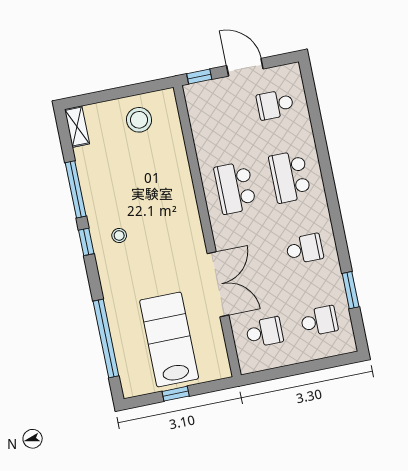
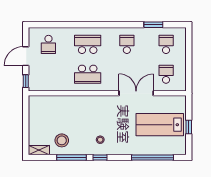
stool: (139, 120) -> (62, 140), moved
school desk: (290, 177) -> (88, 44), turned 180

